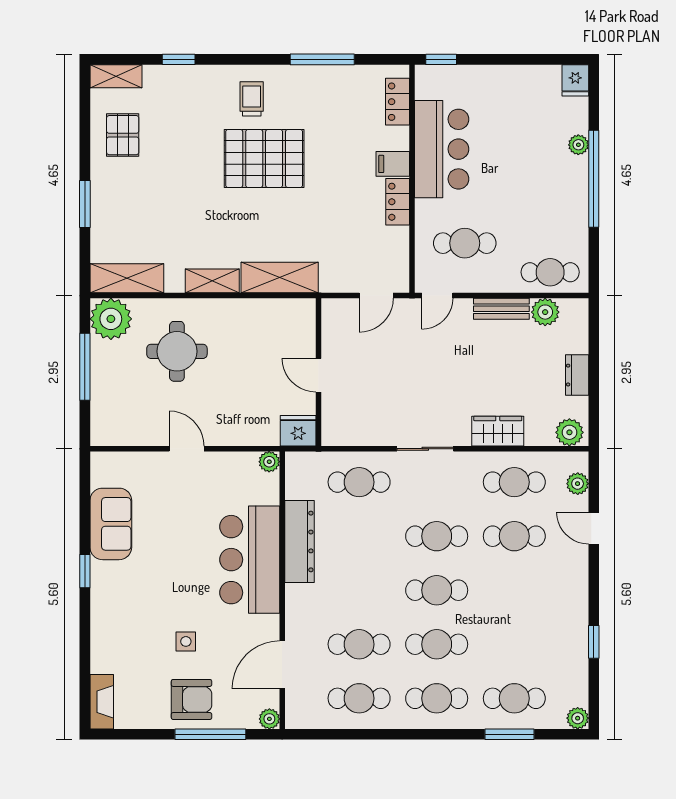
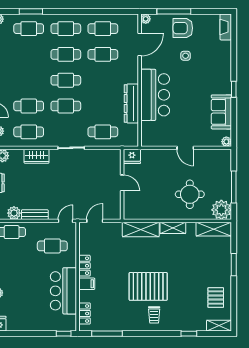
window: (322, 59) -> (107, 334), moved
plant: (269, 462) -> (226, 142), moved

